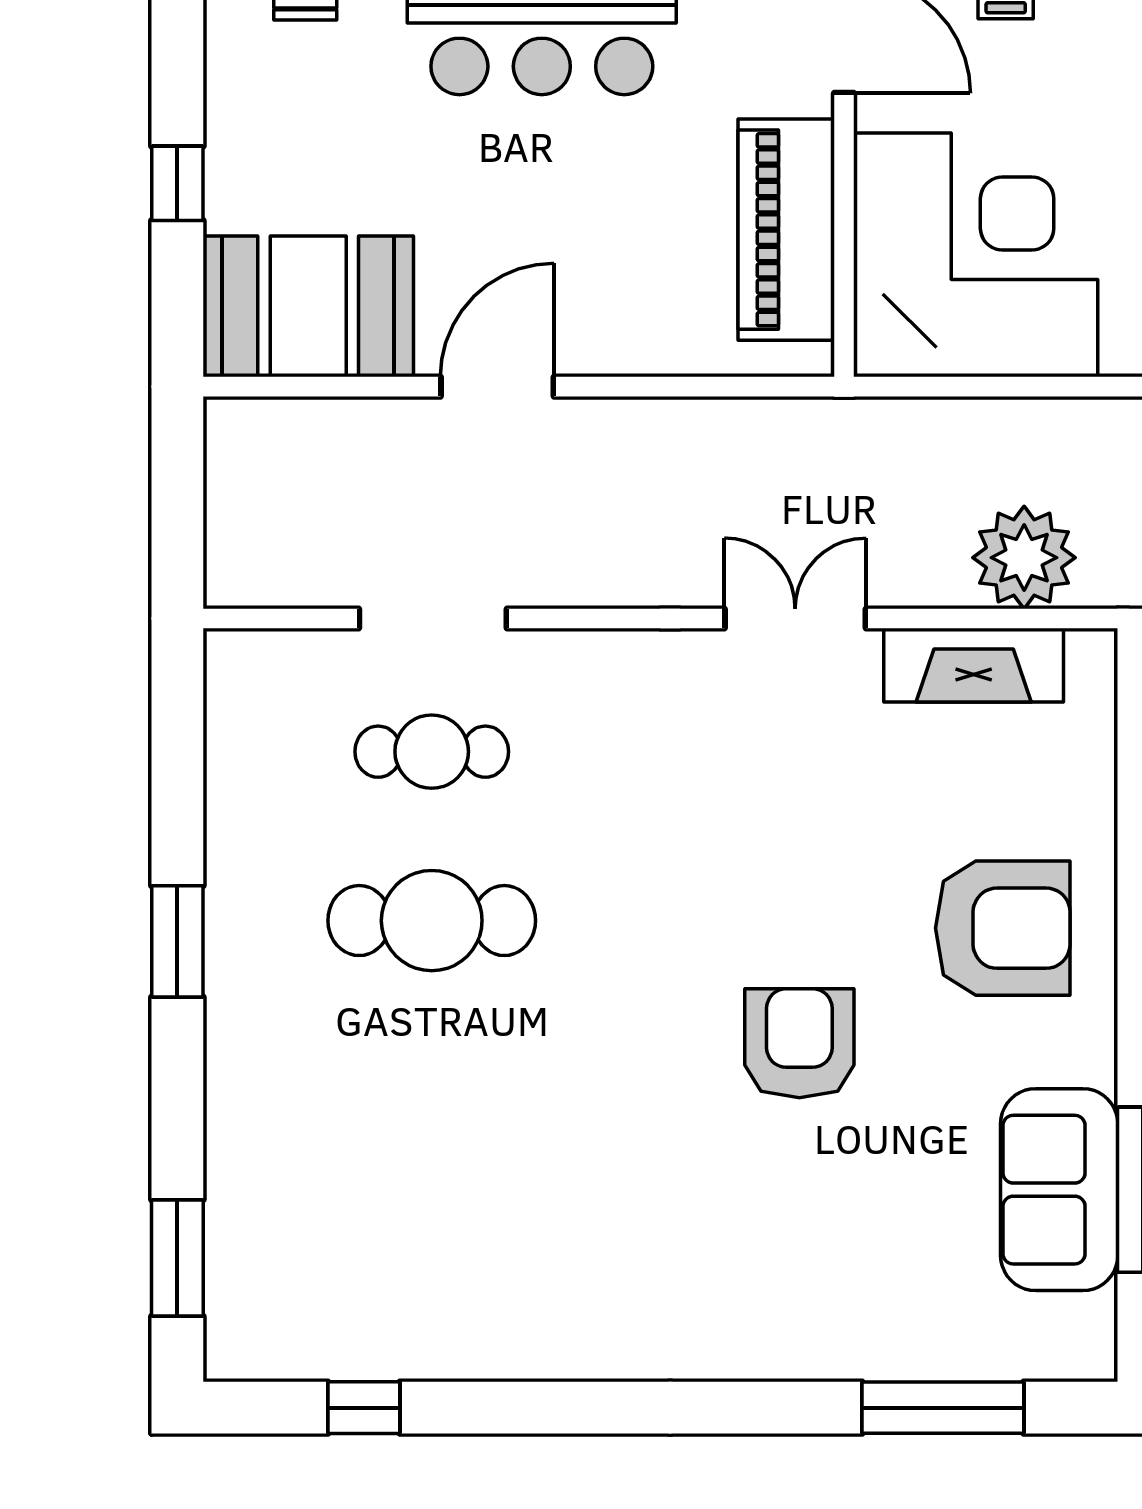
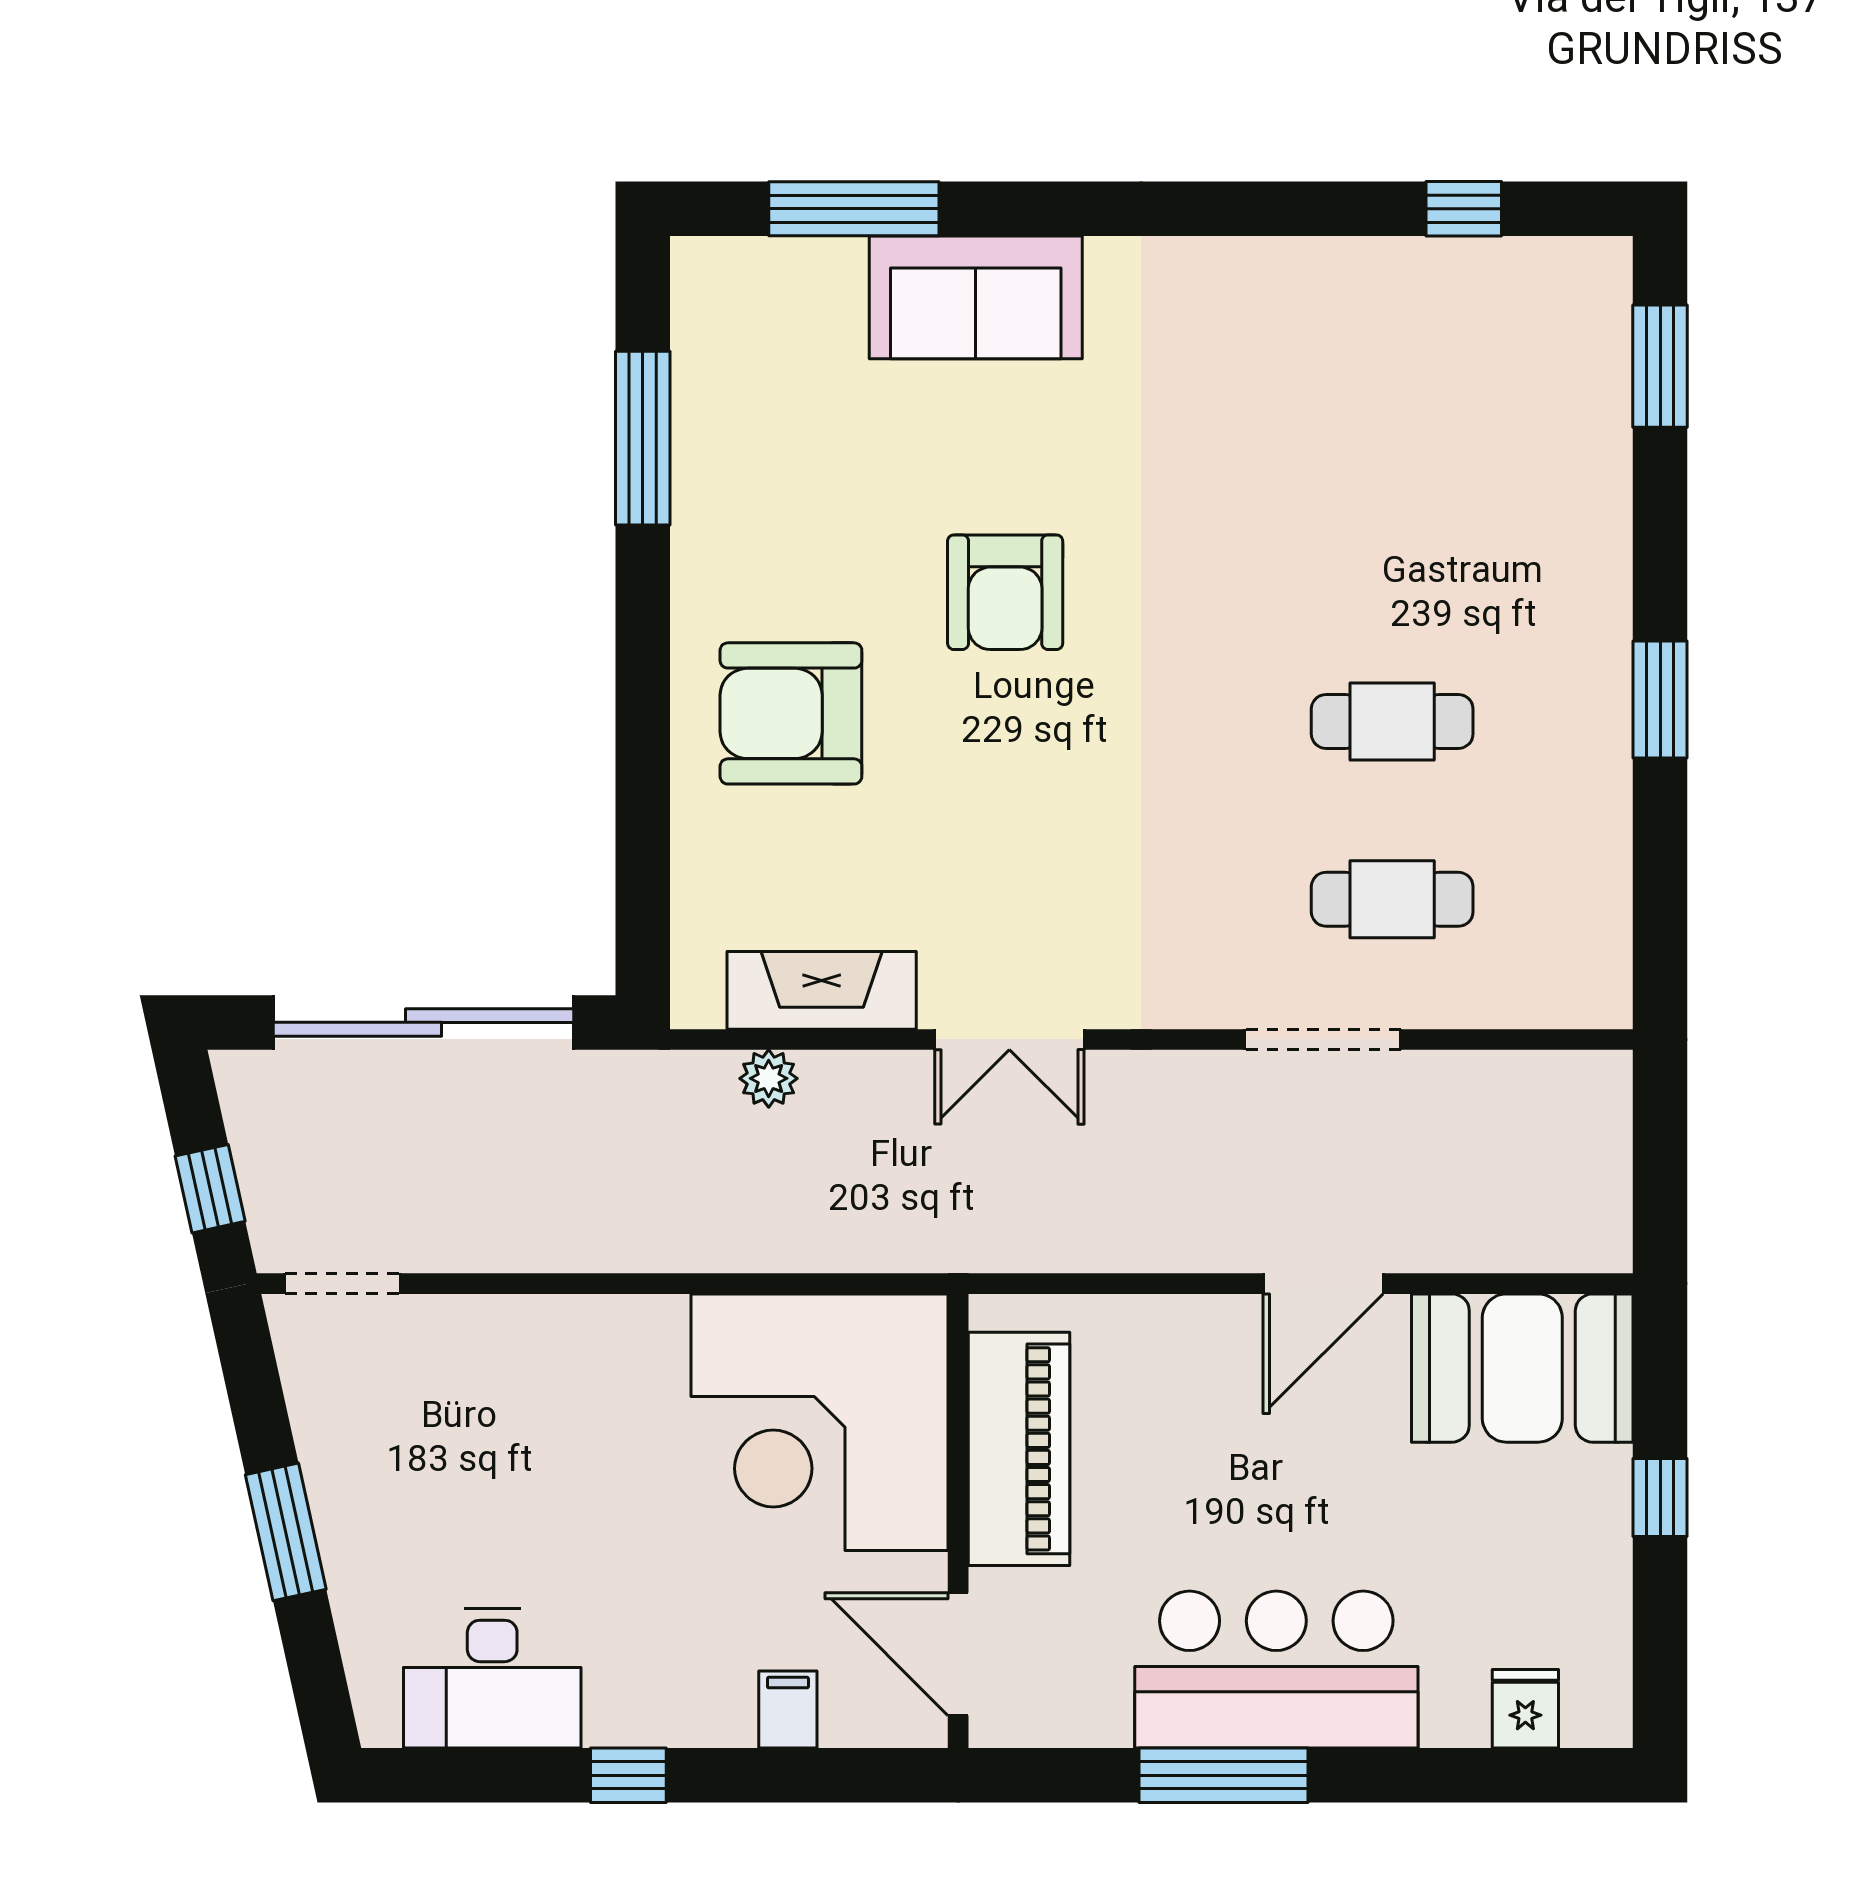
plant: (1024, 558) -> (769, 1078), width x0.53, depth x0.53
doorway: (433, 619) -> (1322, 1039), moved
cafe table: (432, 921) -> (1392, 721), width x0.73, depth x0.74
sofa: (1059, 1190) -> (976, 297), moved, turned 90

